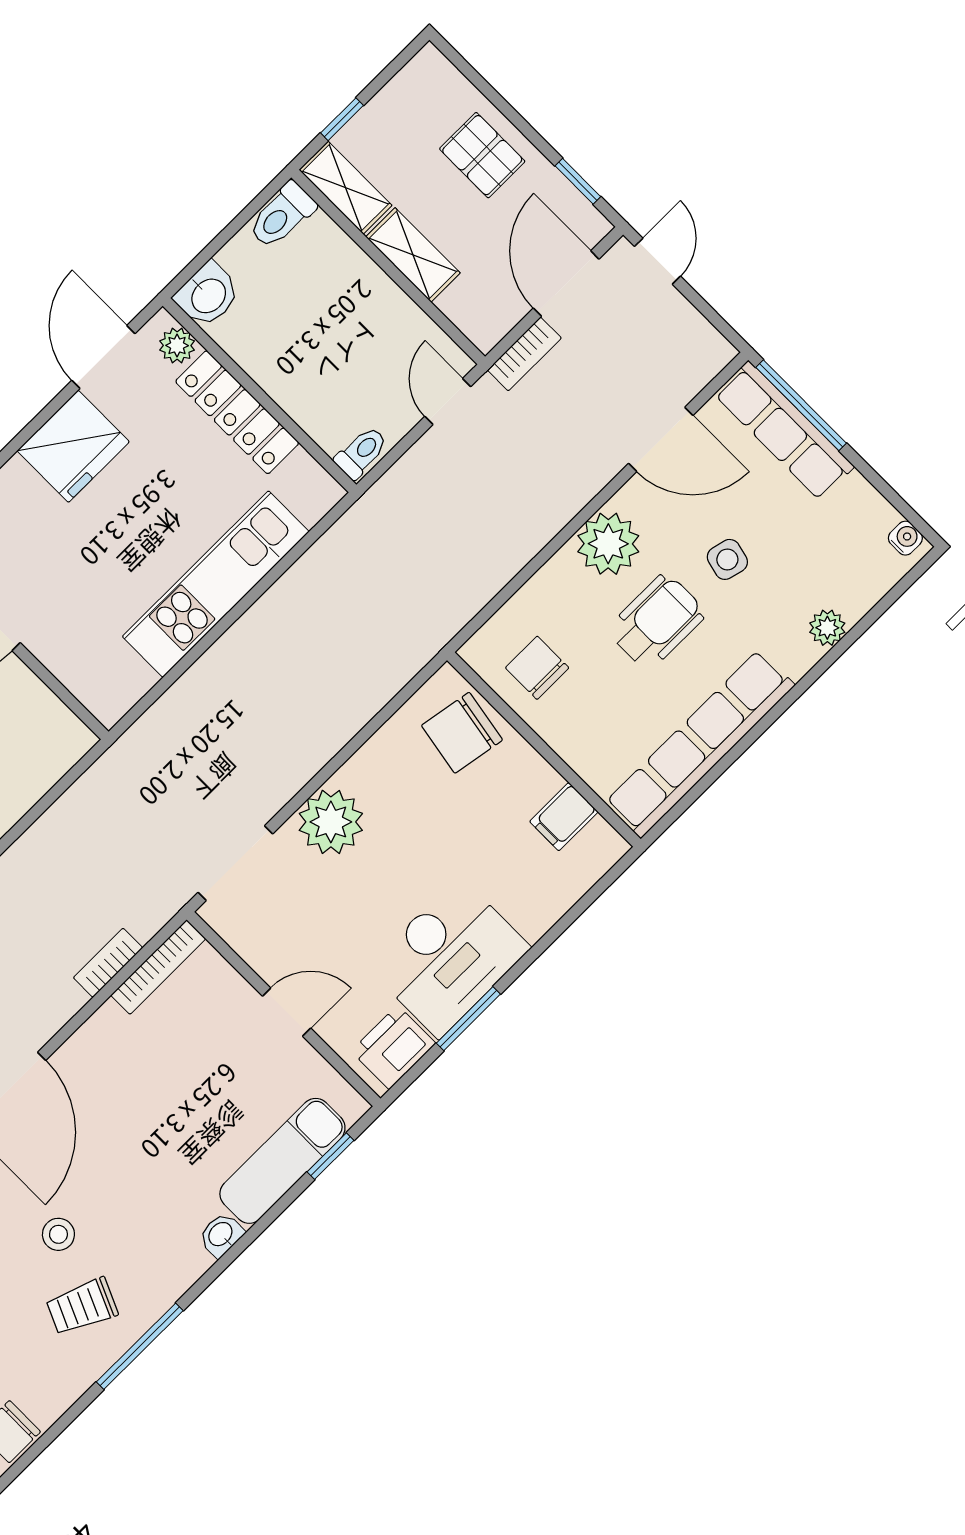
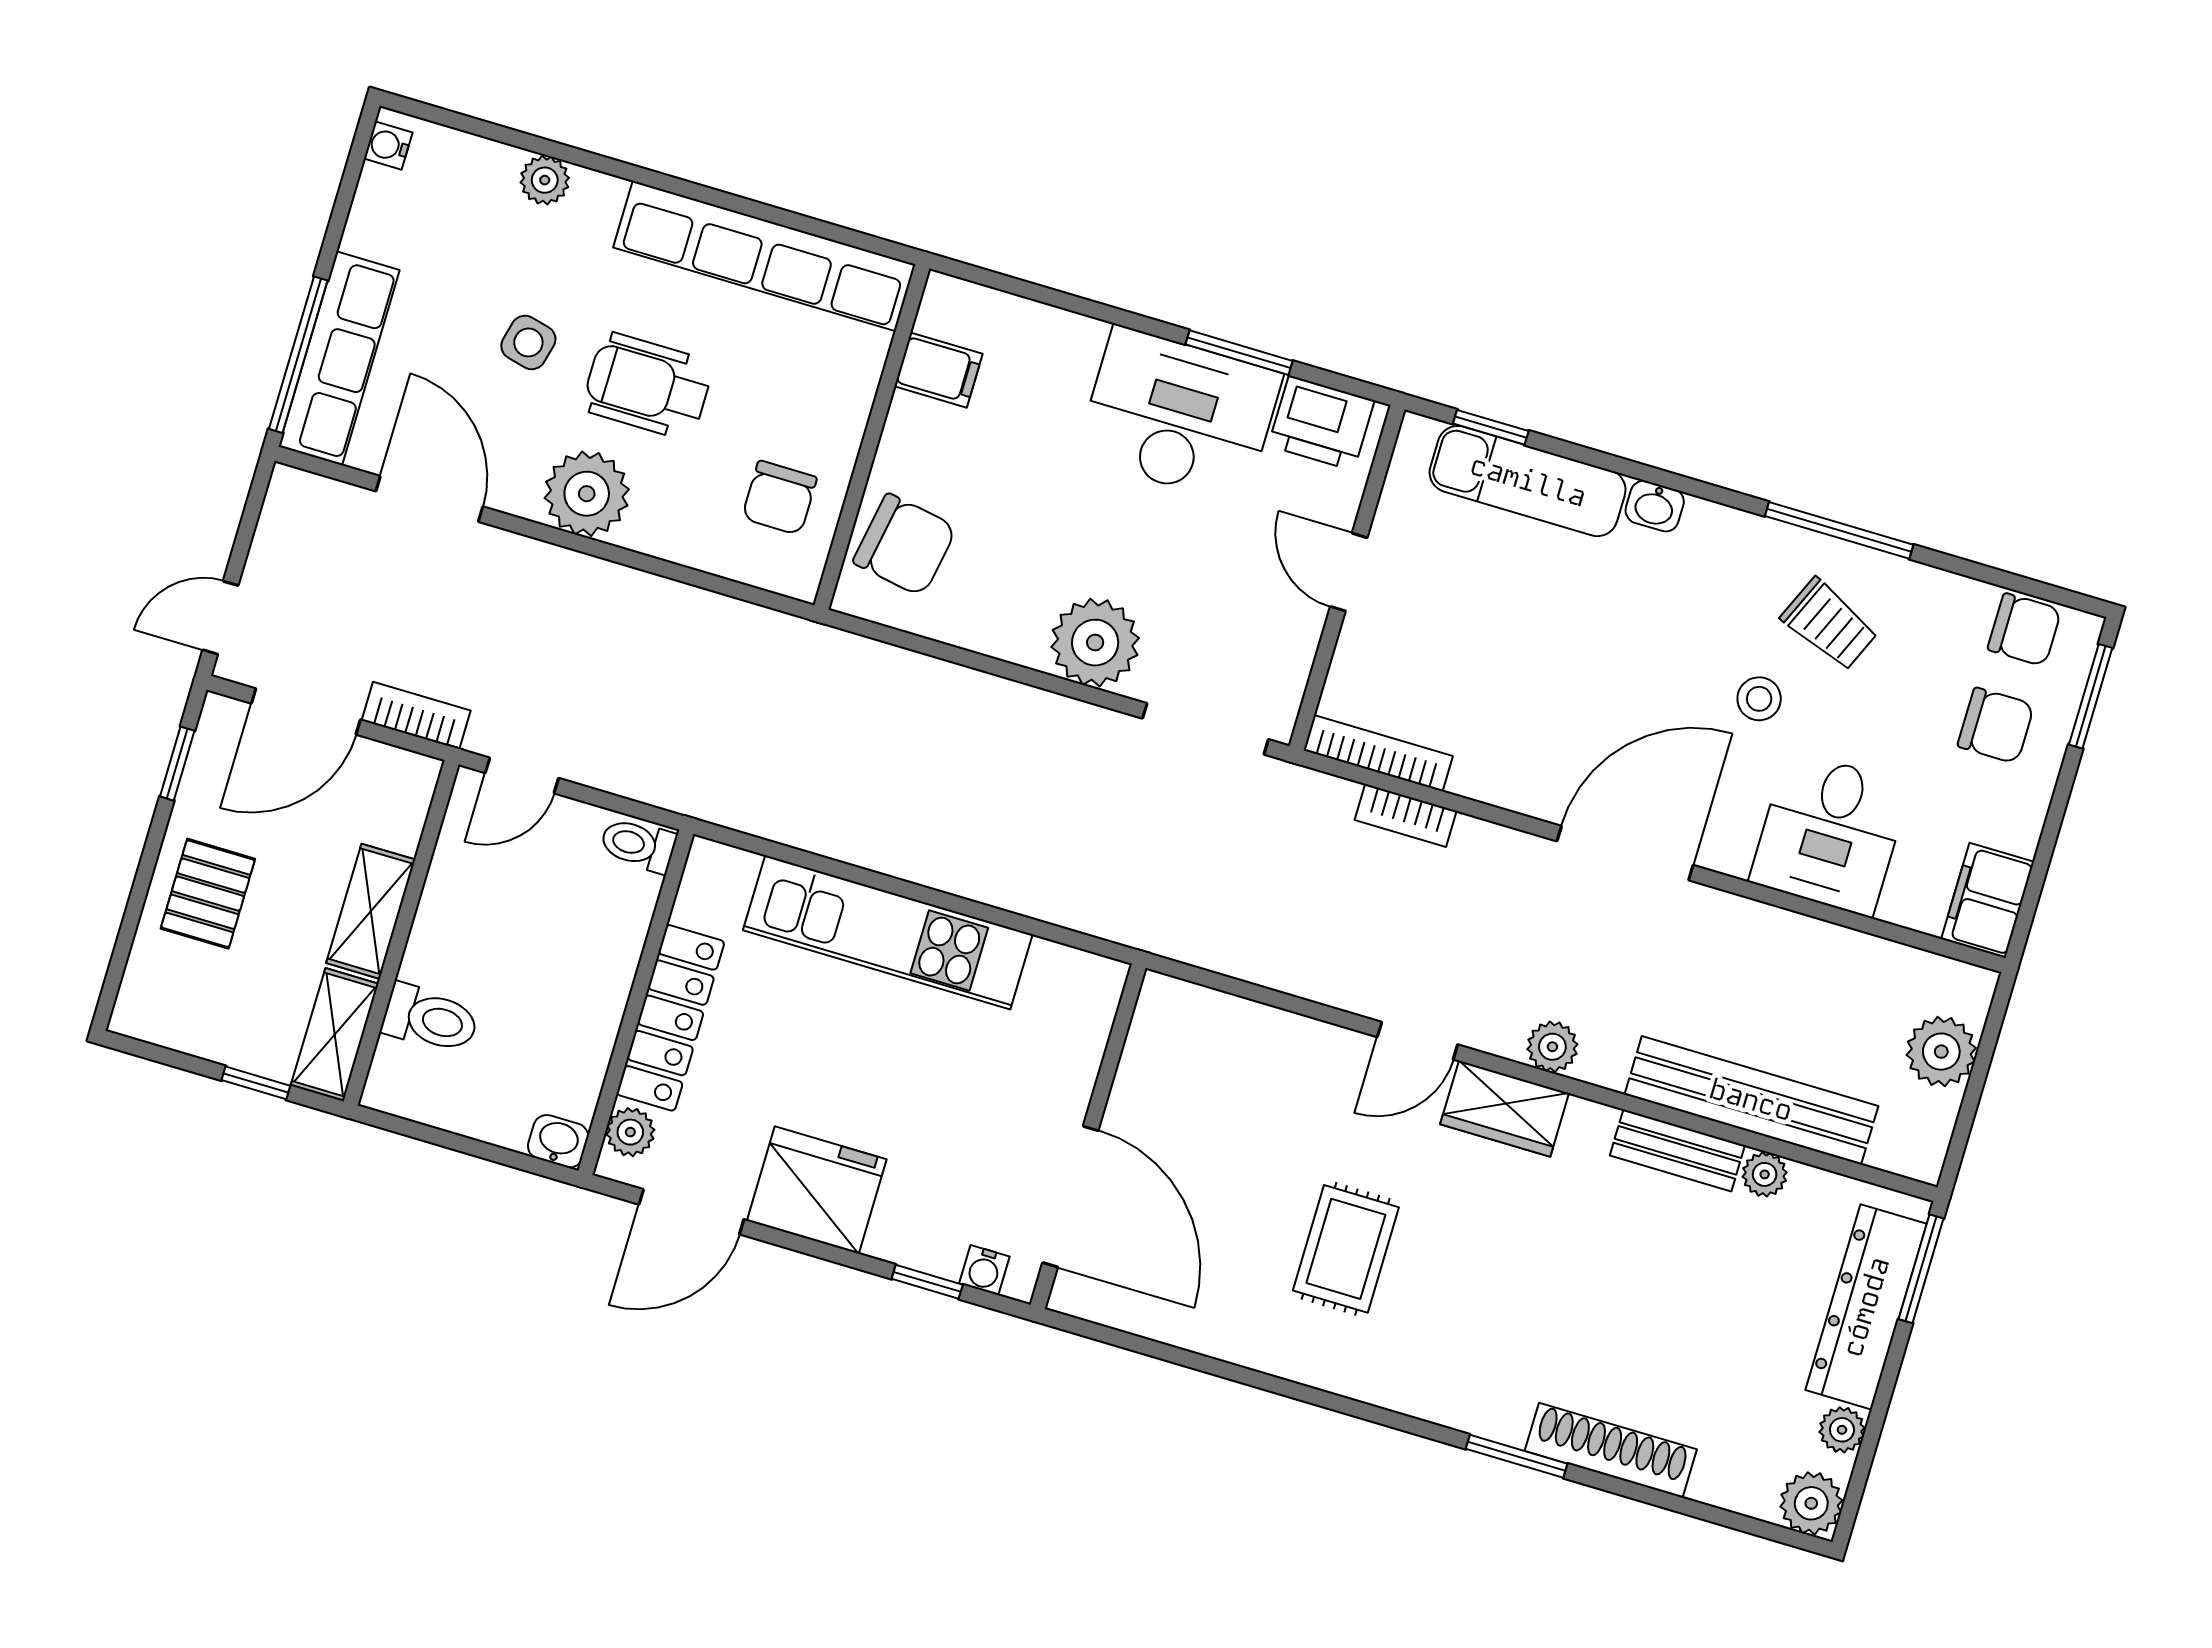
toilet: (282, 215) -> (430, 1019), moved
washbasin: (208, 295) -> (558, 1141), width x0.72, depth x0.69

